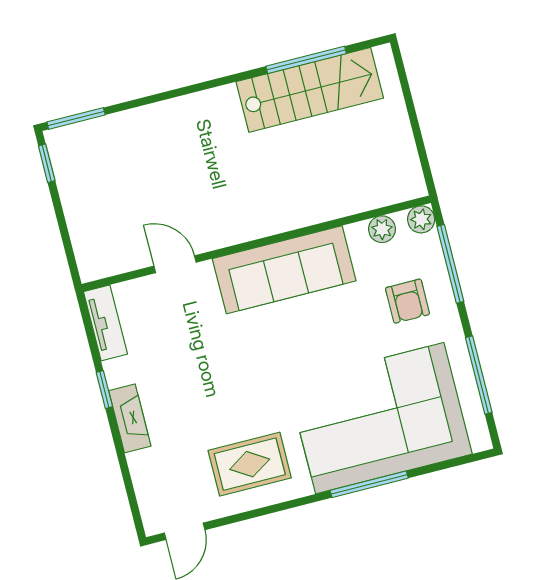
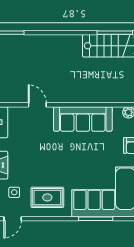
side table: (173, 472) -> (14, 192), added

